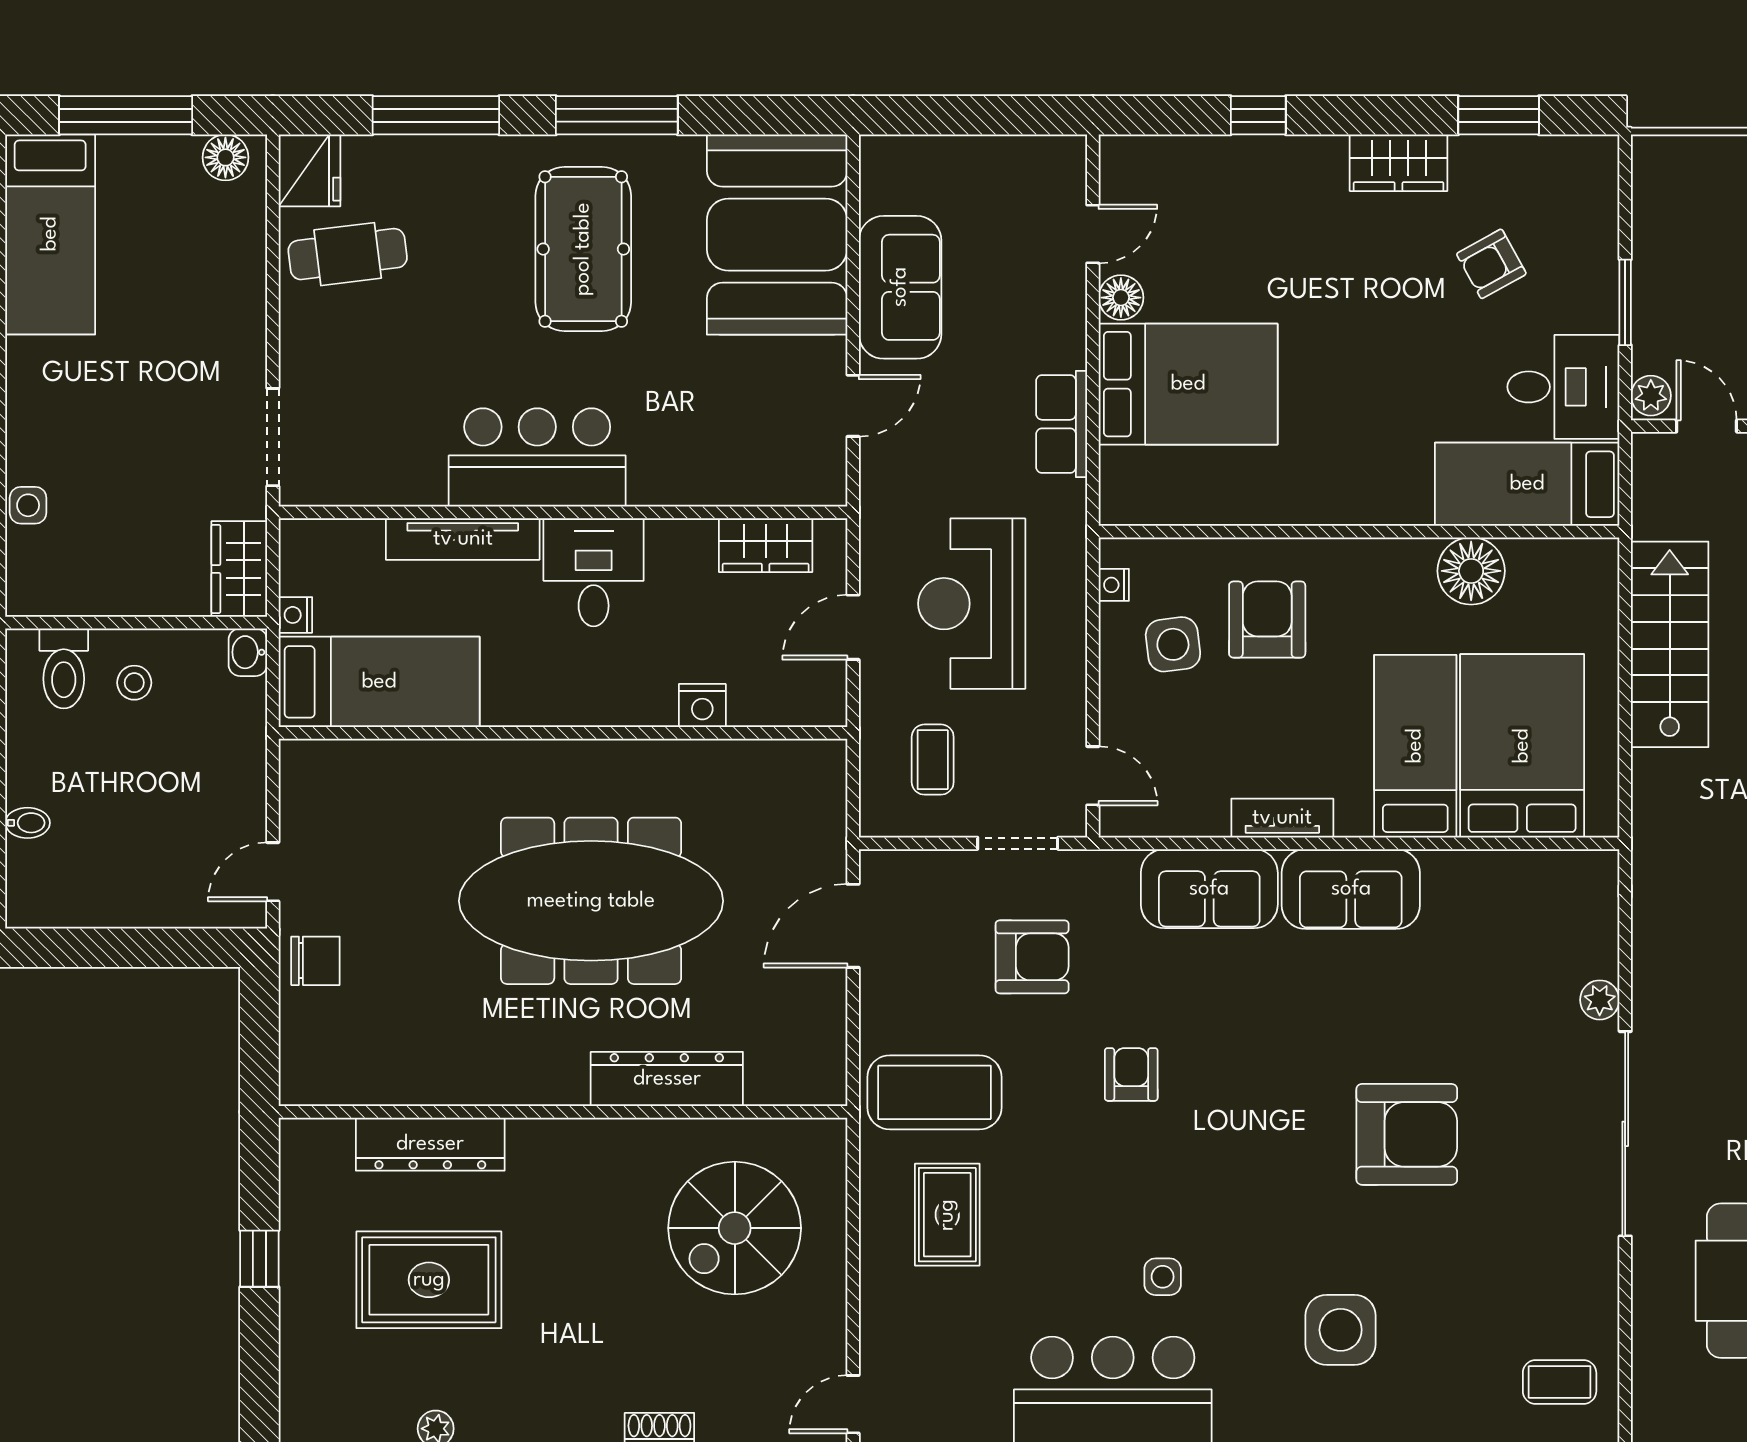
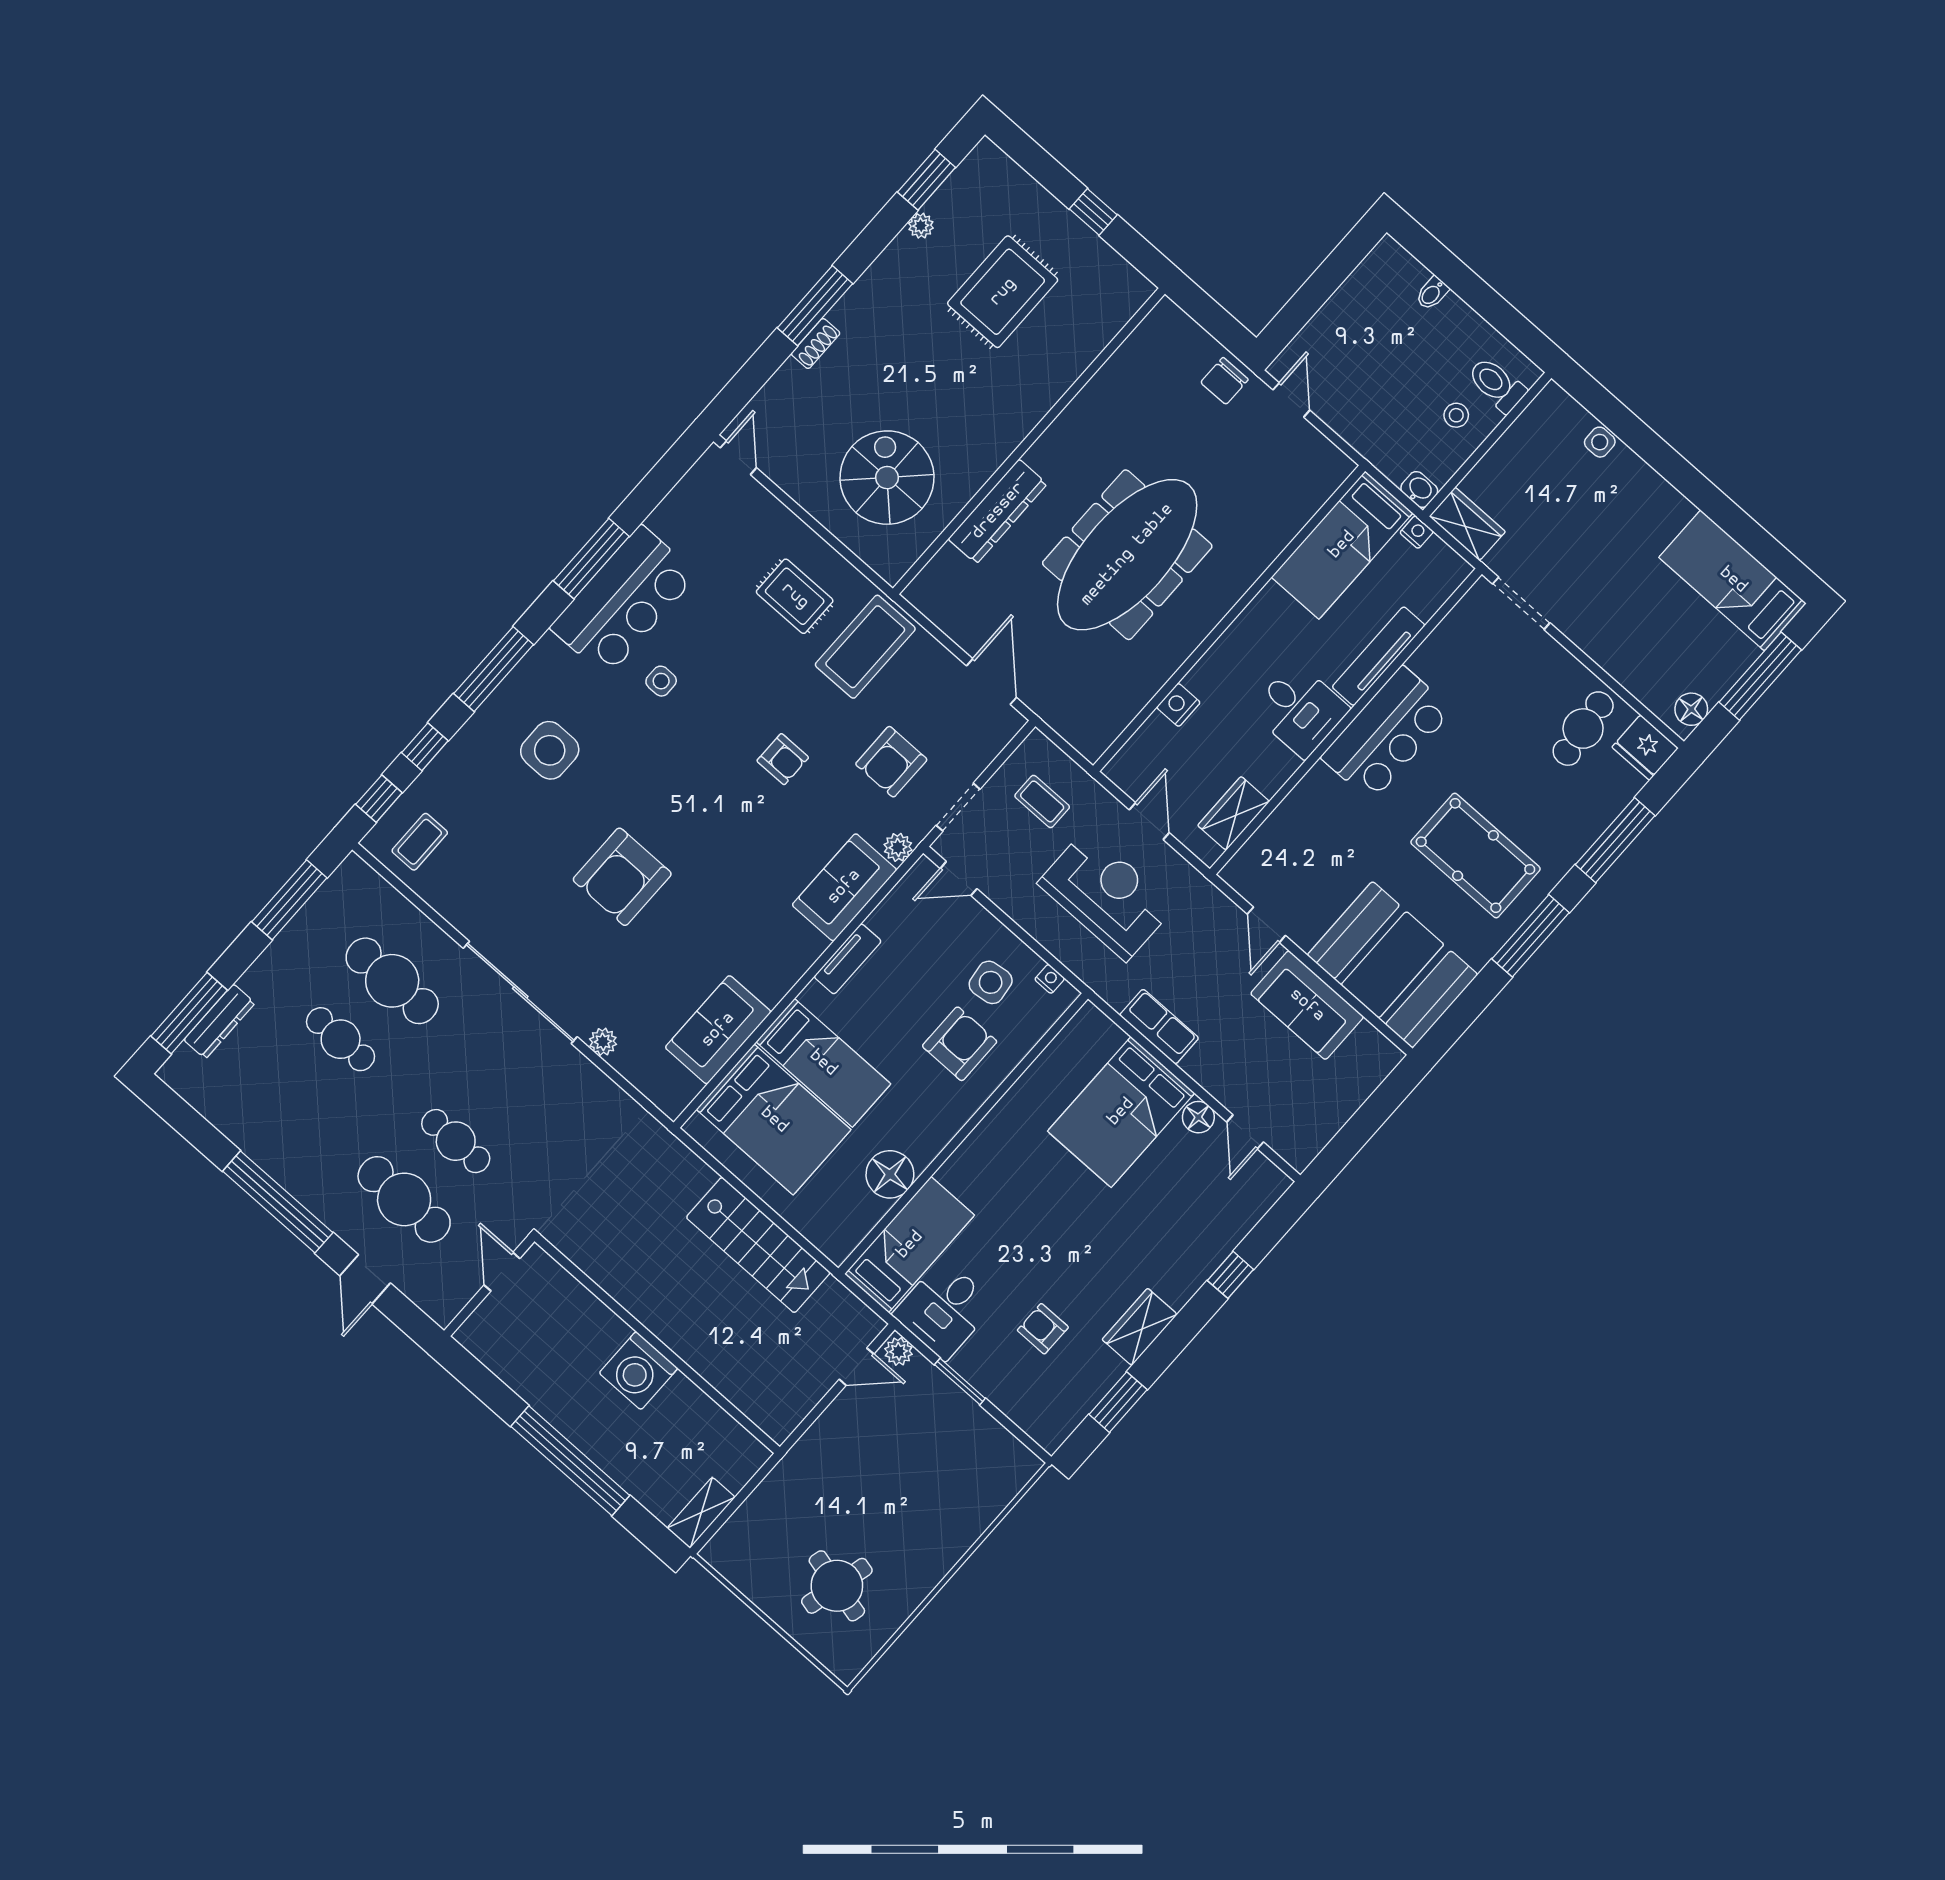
armchair: (1491, 264) -> (1043, 1329), turned -61
armchair: (1267, 620) -> (960, 1044), turned -90
plant: (1117, 869) -> (898, 847), added
sofa: (1351, 889) -> (718, 1030), moved
dresser: (430, 1144) -> (1074, 356), removed

